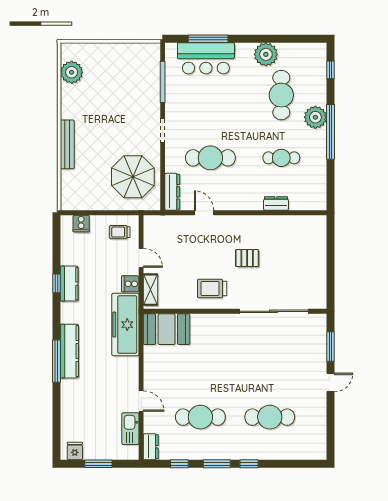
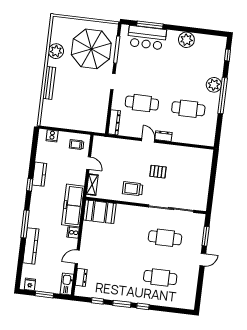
plant: (72, 72) -> (56, 51), moved
cafe table: (281, 95) -> (193, 68), removed
cafe table: (281, 158) -> (188, 109), width x1.37, depth x1.35
parasol: (133, 177) -> (91, 49), moved, width x1.36, depth x1.36
dresser: (276, 203) -> (163, 136), moved
door: (204, 213) -> (148, 140), moved
window: (56, 283) -> (30, 185), moved
cooker: (130, 284) -> (73, 232), moved
kitchen counter: (69, 351) -> (31, 246), moved
door: (141, 401) -> (77, 257), swing flipped
cafe table: (200, 417) -> (165, 238), moved
kitchen sink: (130, 429) -> (67, 284), moved
dresser: (151, 447) -> (81, 277), moved

